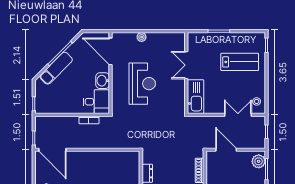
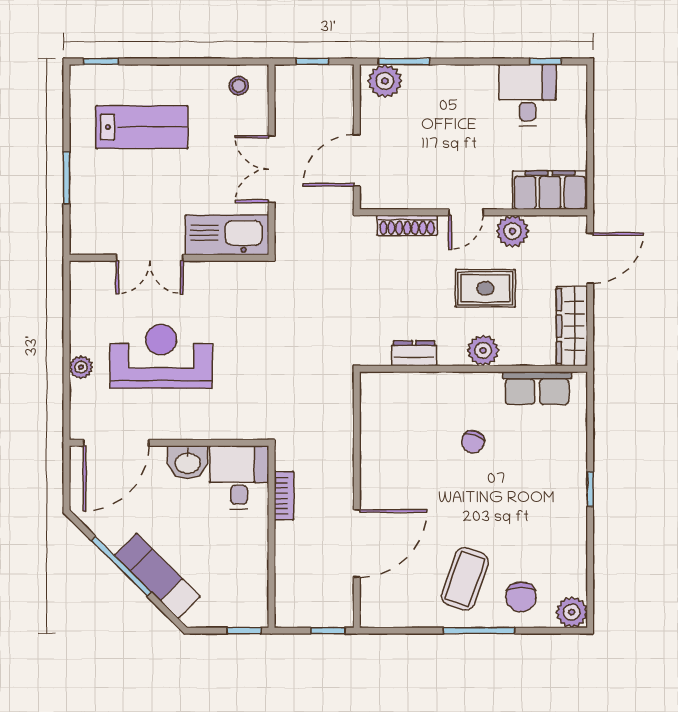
lab bench: (240, 62) -> (142, 127), turned 90
reception desk: (142, 84) -> (161, 356), moved
double door: (238, 115) -> (271, 169), moved
door: (52, 150) -> (357, 543), moved

